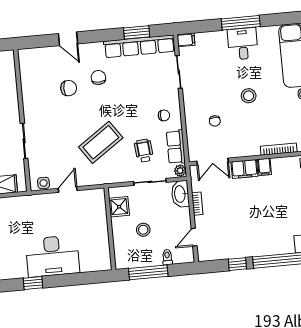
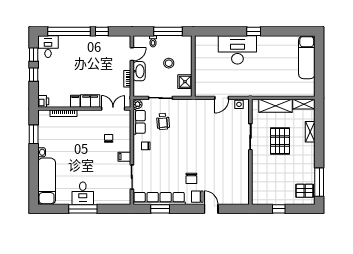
filing cabinet: (186, 40) -> (124, 157), moved
chair: (69, 88) -> (197, 197), moved
stool: (249, 96) -> (82, 155), removed
coffee table: (101, 142) -> (194, 130), removed
washbasin: (180, 194) -> (139, 71), moved

